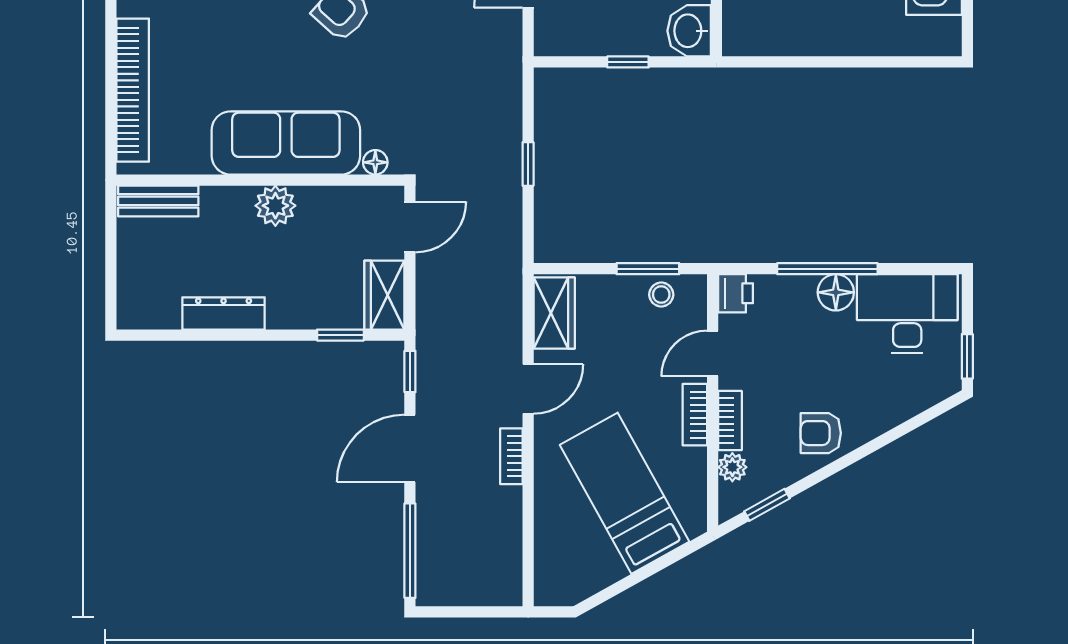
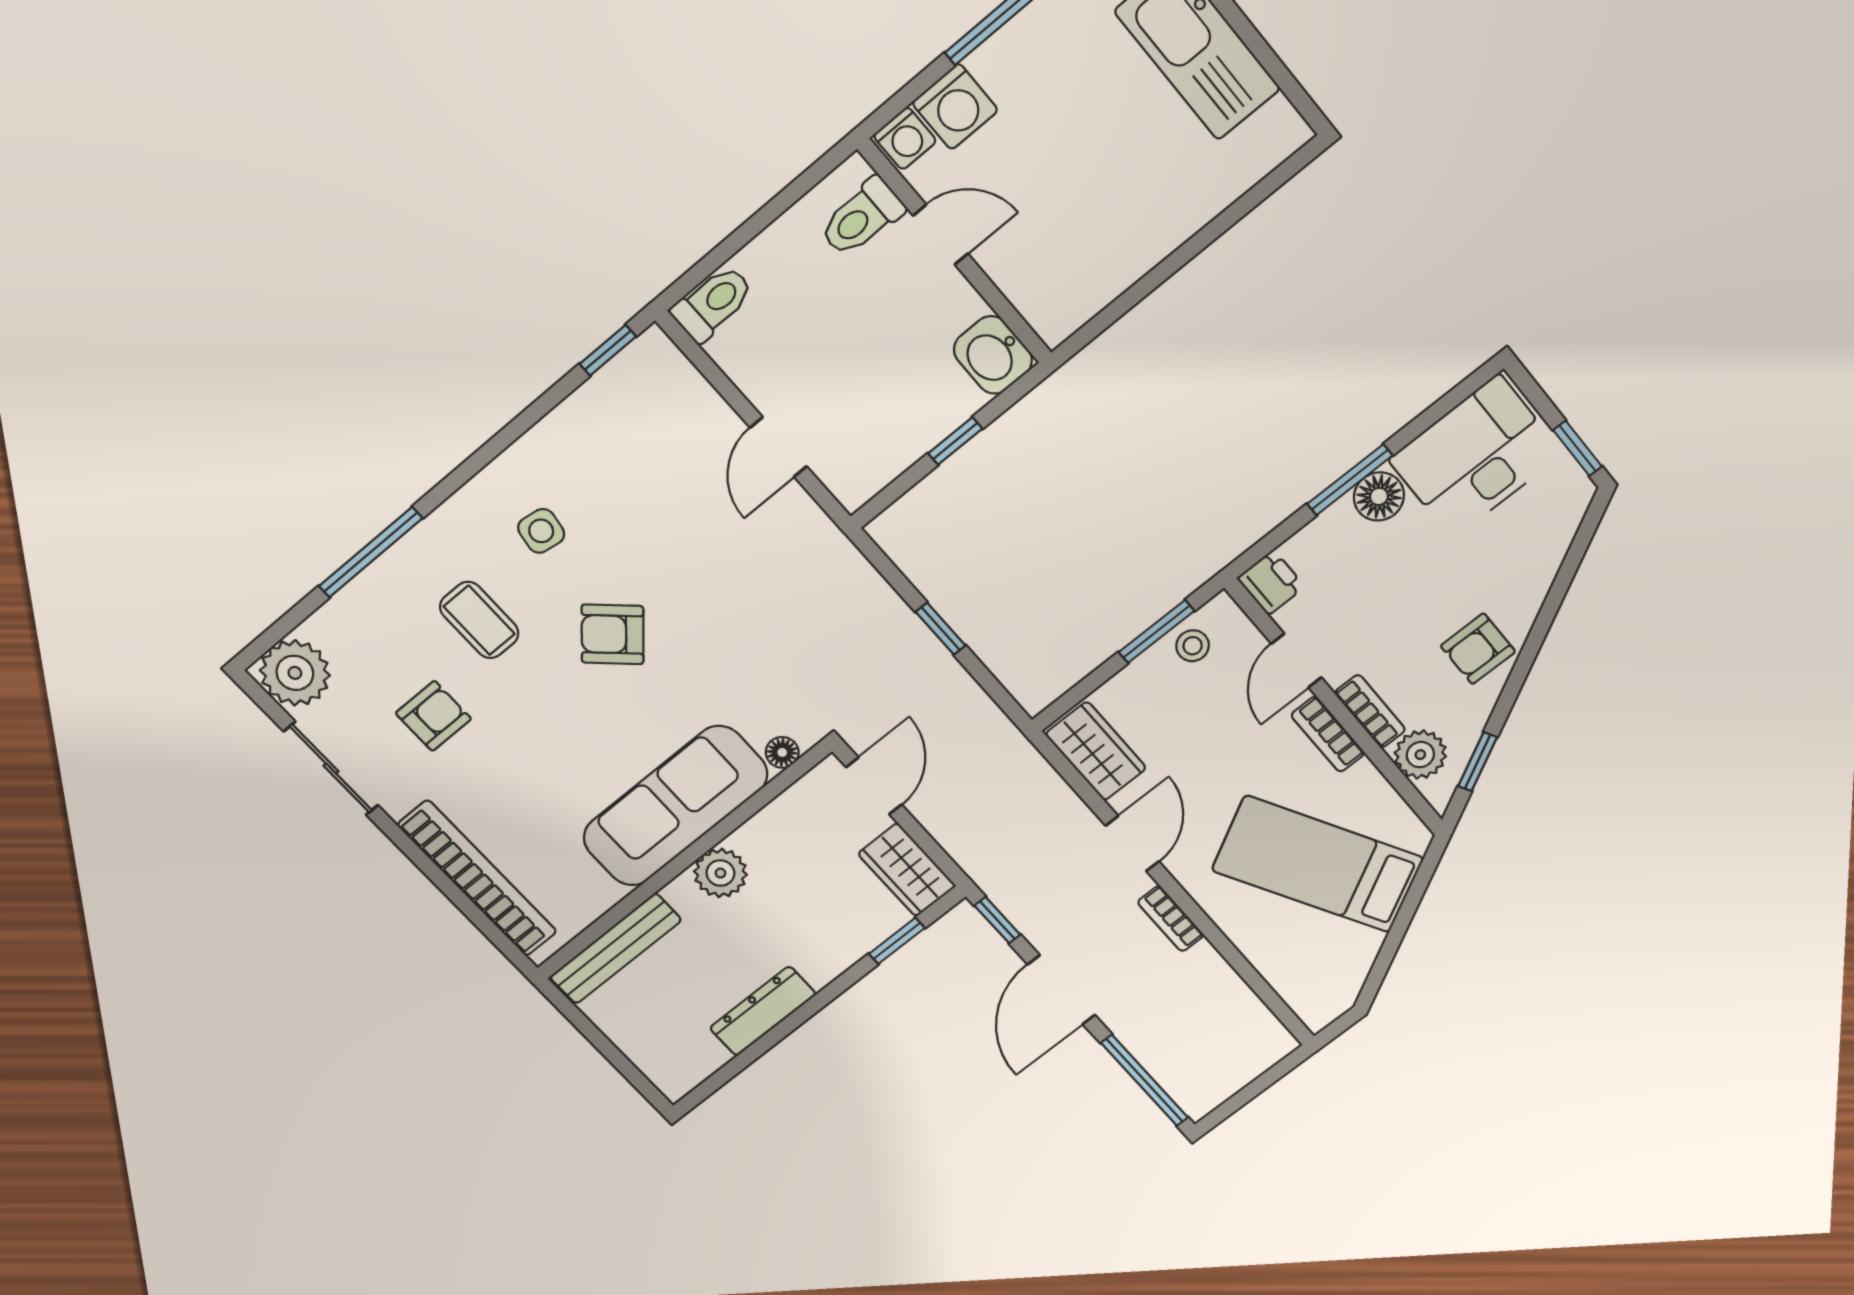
bench: (158, 201) -> (616, 949), width x1.36
window: (827, 269) -> (1350, 480), width x0.69
plant: (732, 467) -> (1420, 755), width x1.38, depth x1.38

